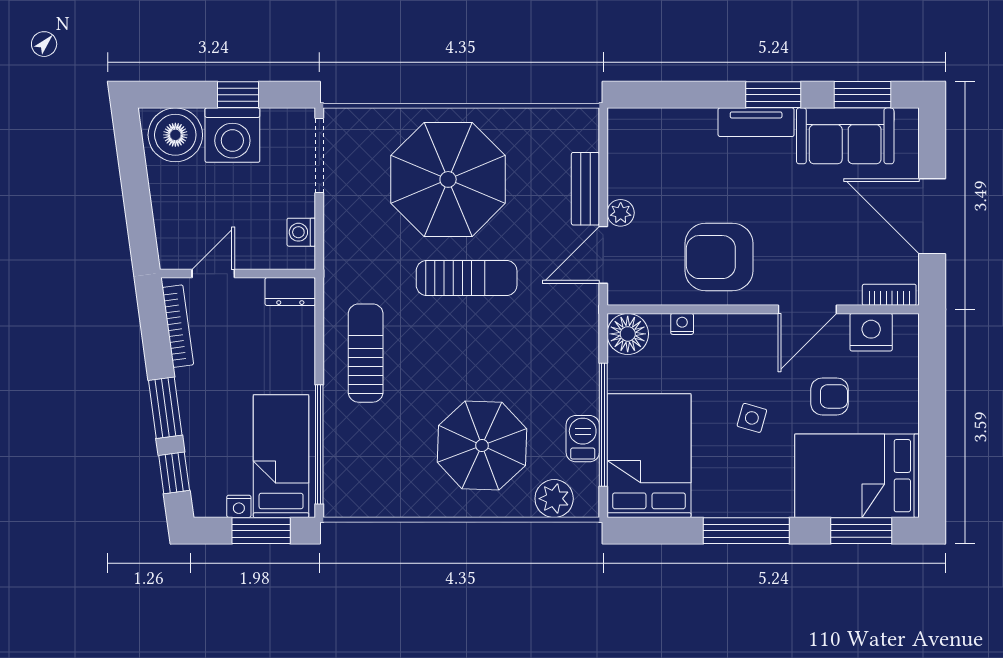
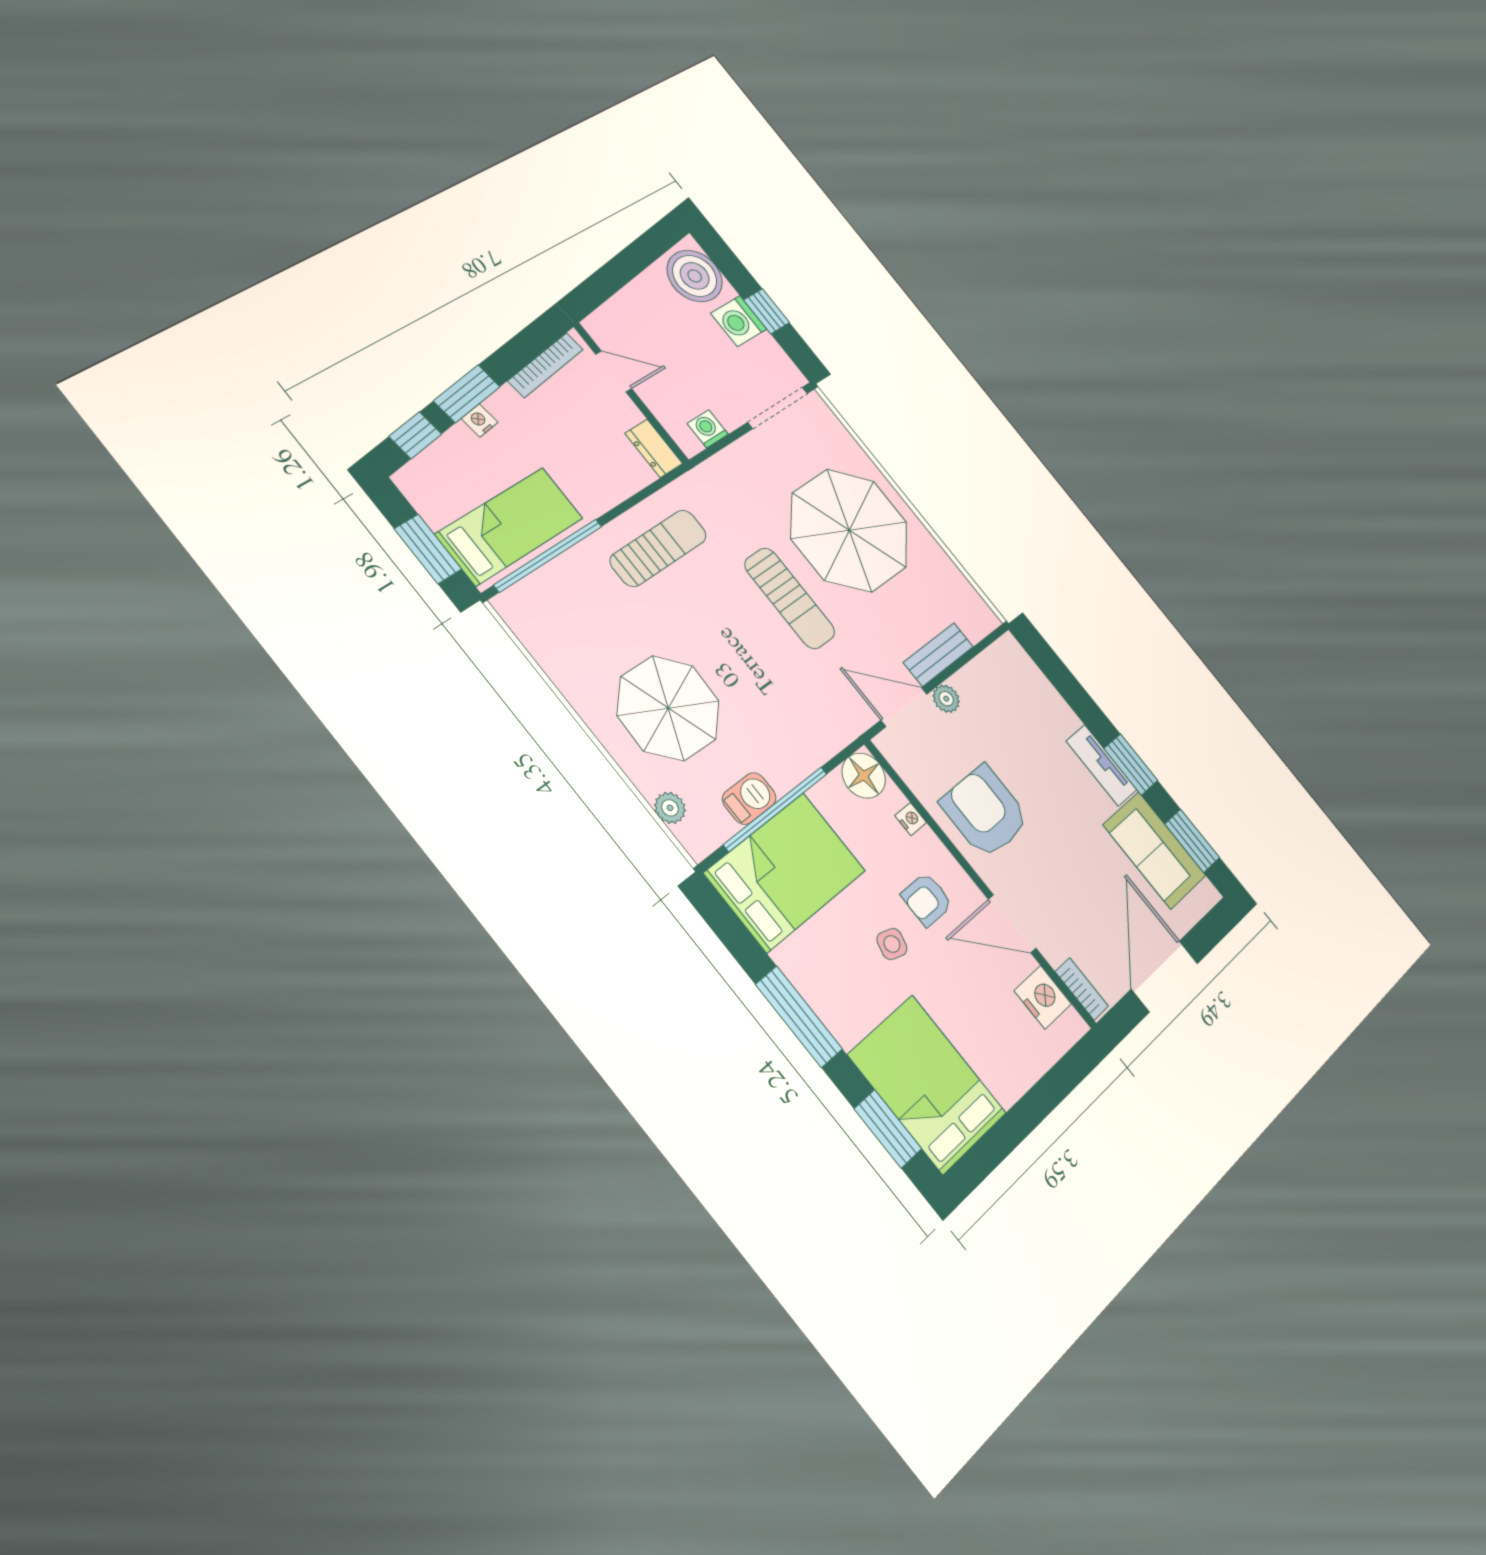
washing machine: (232, 135) -> (739, 321), width x0.73, depth x0.73
armchair: (830, 396) -> (927, 899), moved, turned 90
plant: (554, 499) -> (670, 808), width x0.73, depth x0.73
nightstand: (239, 506) -> (480, 420), moved, turned 82

